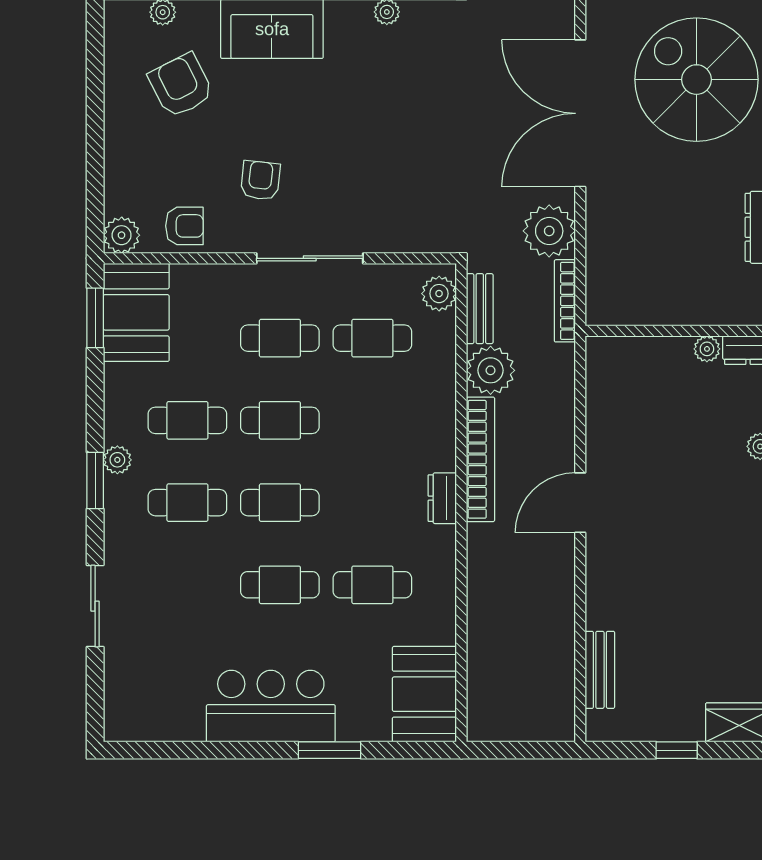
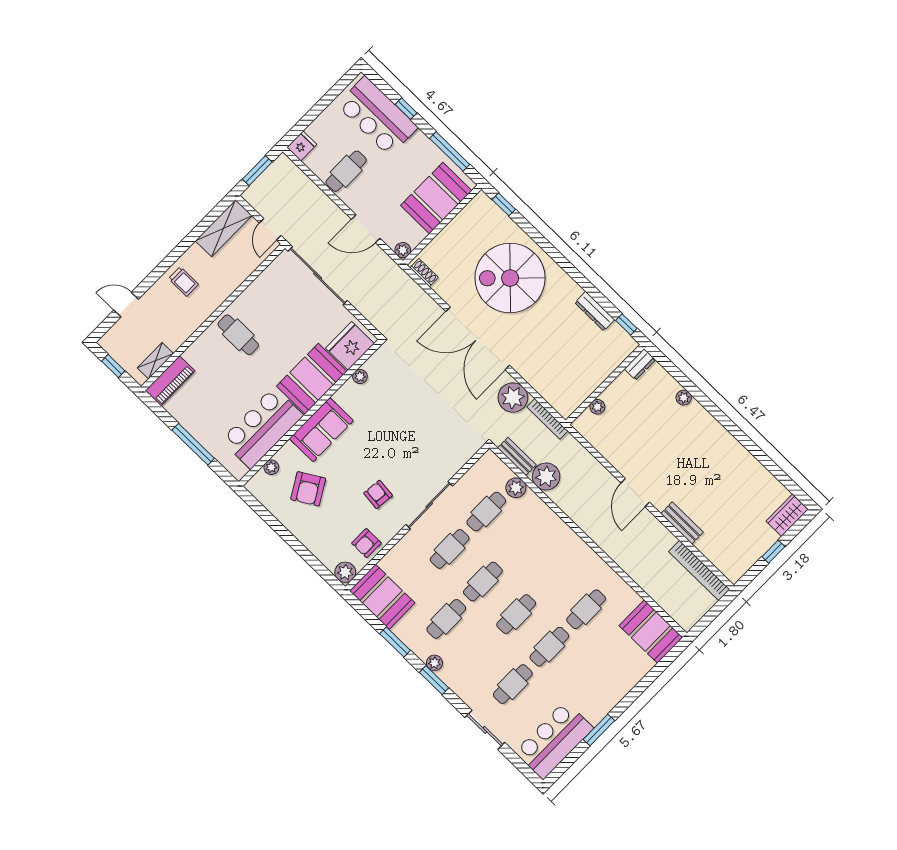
armchair: (181, 85) -> (308, 489), turned -94
armchair: (184, 226) -> (366, 543), turned 180
plant: (439, 294) -> (516, 488), moved
window: (95, 318) -> (395, 642), moved
plant: (707, 349) -> (597, 407), moved
bookcase: (481, 459) -> (699, 570), moved, turned 180
dresser: (442, 498) -> (579, 547), removed
cafe table: (187, 503) -> (513, 684), moved
bench: (600, 670) -> (682, 523), moved
bar counter: (271, 706) -> (554, 740), moved
window: (330, 750) -> (599, 730), moved

